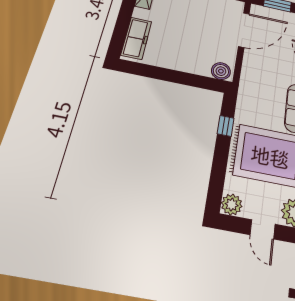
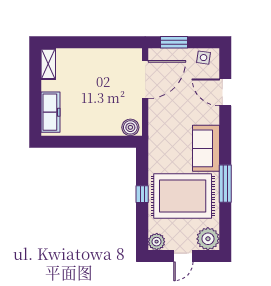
window: (226, 126) -> (142, 194), moved
door: (263, 229) -> (183, 256), hinge flipped

